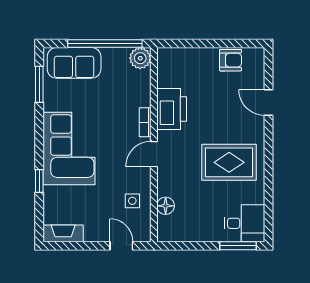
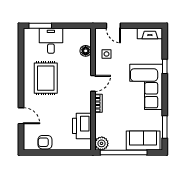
printer: (172, 109) -> (82, 126), moved
rug: (229, 162) -> (46, 78), turned 90
desk: (245, 223) -> (51, 41), moved, turned 90

